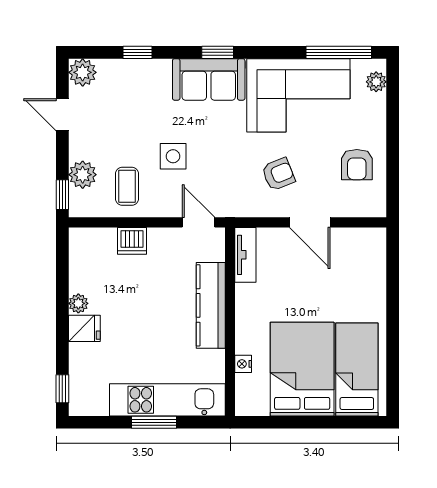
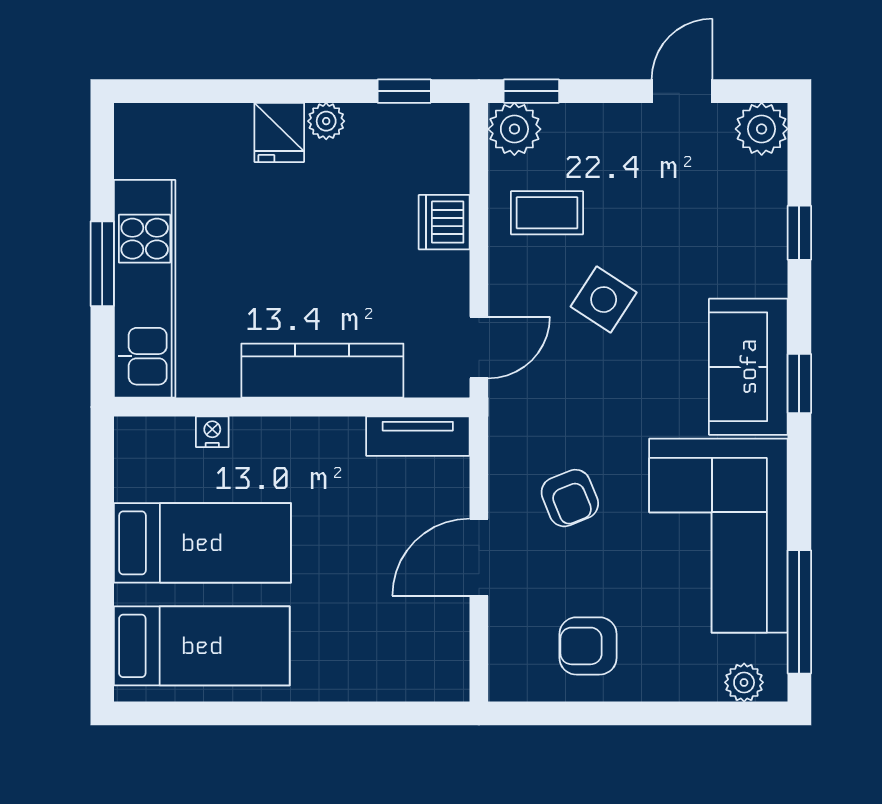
side table: (173, 156) -> (604, 300), turned 33
plant: (83, 175) -> (514, 129), moved
bed: (302, 369) -> (202, 543), width x0.67
window: (62, 389) -> (404, 91), moved

